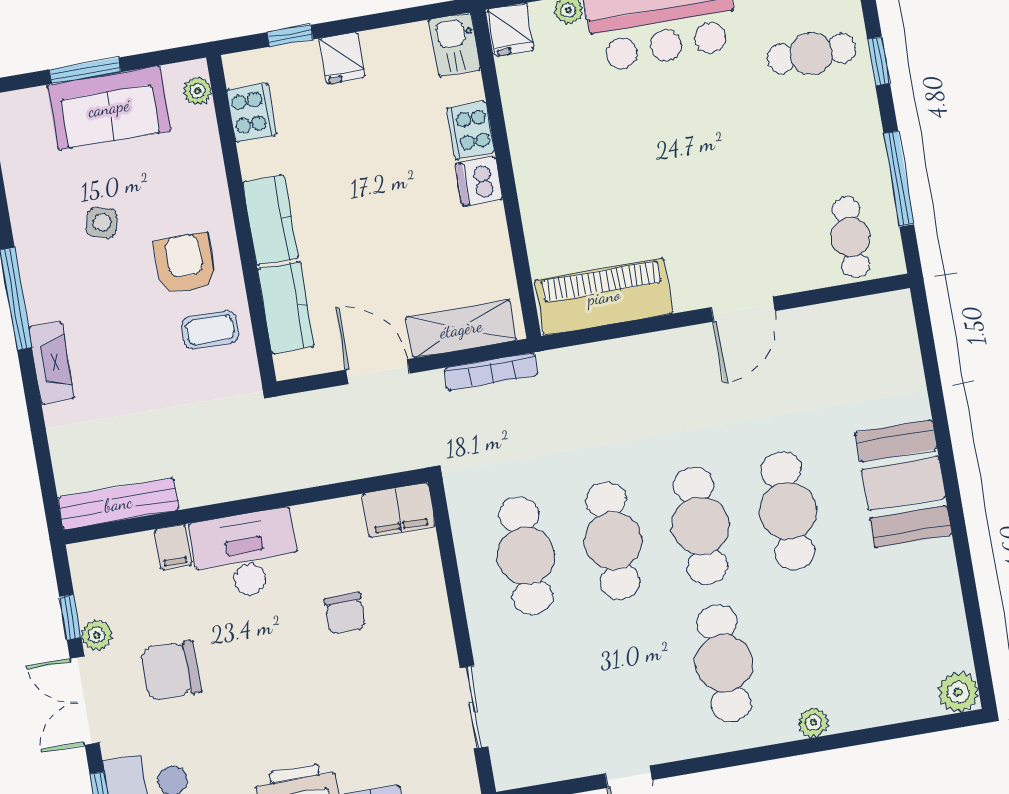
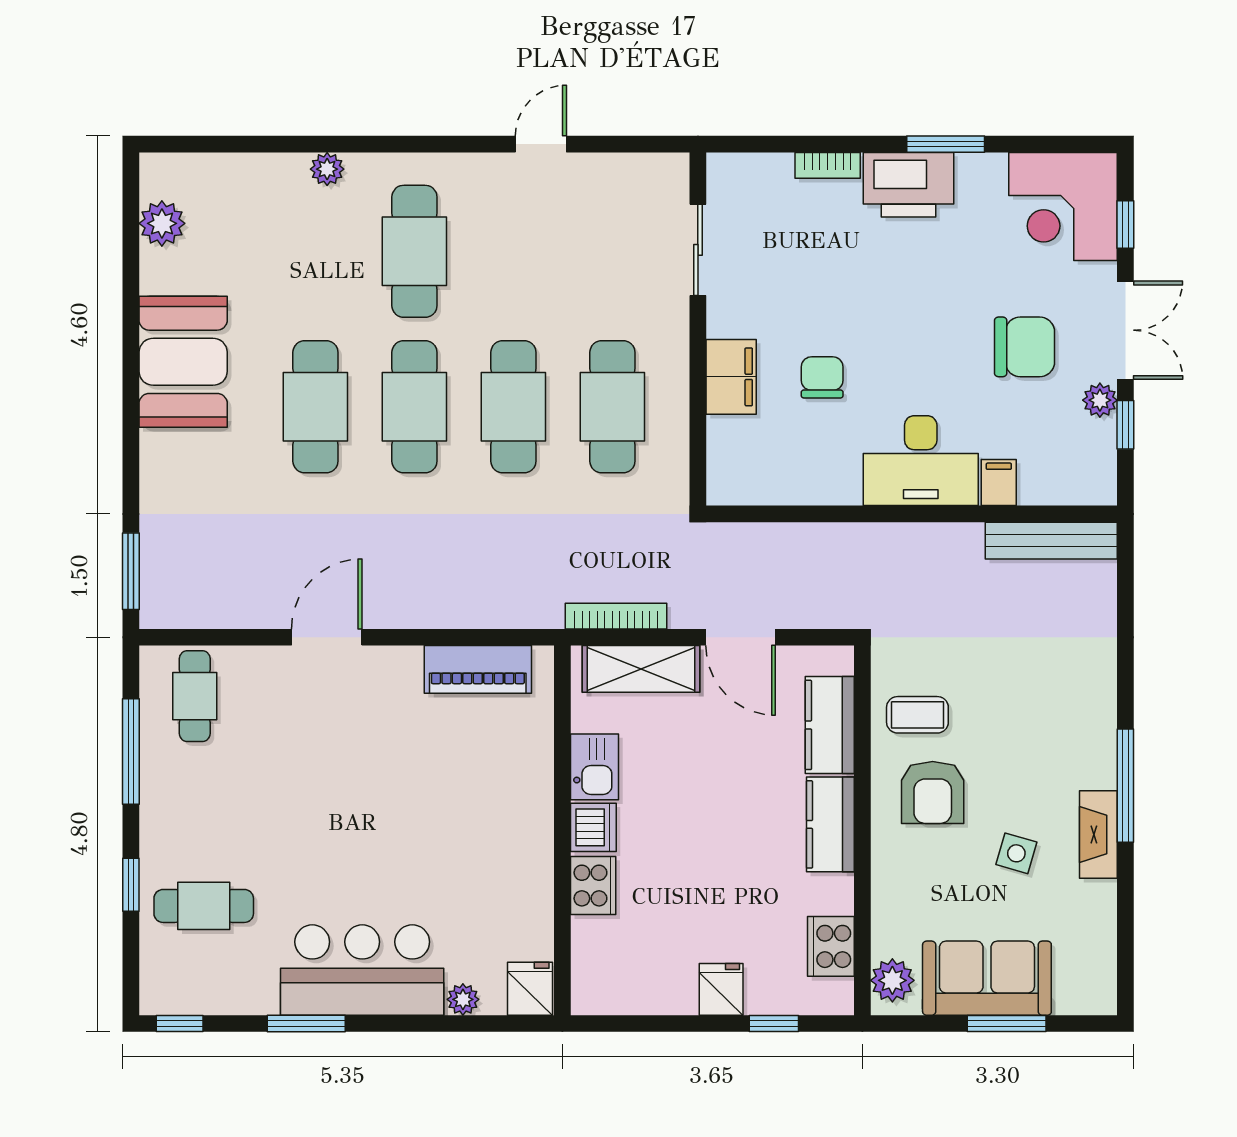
kitchen sink: (455, 45) -> (595, 767), moved
plant: (197, 91) -> (892, 980), width x1.38, depth x1.38
piano: (604, 297) -> (478, 669), width x0.73, depth x0.75
window: (926, 338) -> (131, 571), added
fireplace: (51, 363) -> (1098, 834), moved
booth: (903, 484) -> (183, 362), moved
filing cabinet: (399, 510) -> (731, 377), moved, turned 90
plant: (958, 692) -> (162, 223), moved

